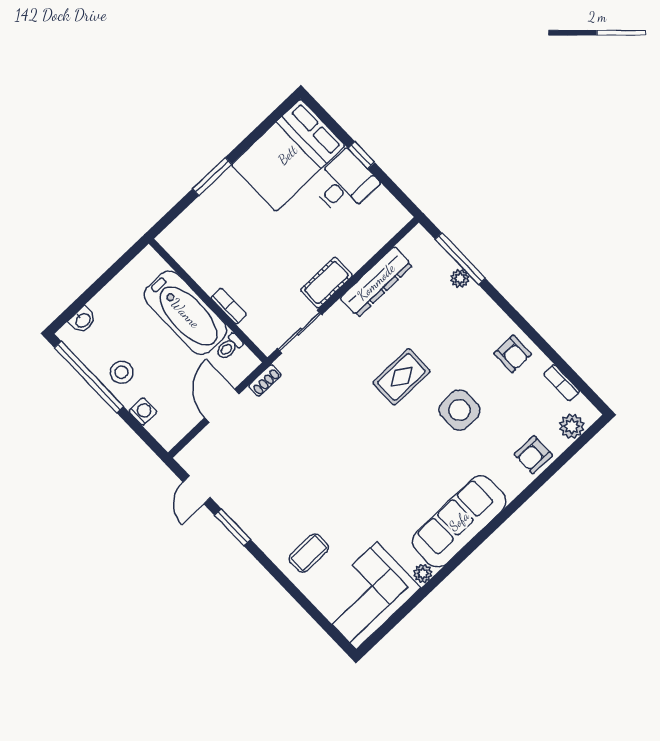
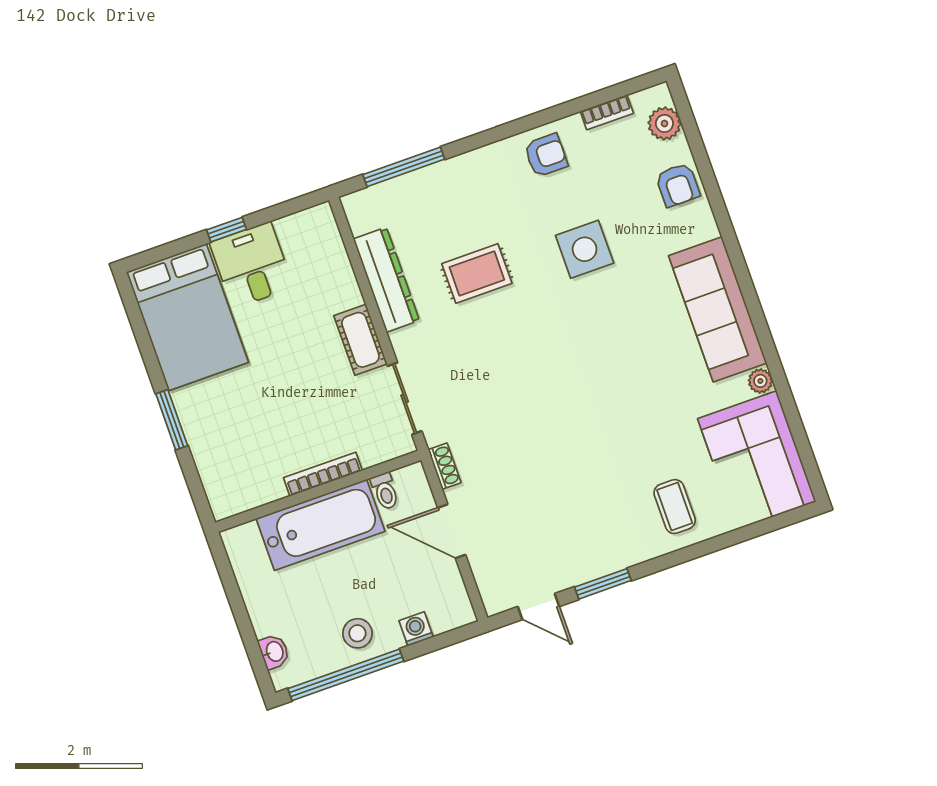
plant: (460, 279) -> (427, 178), removed
bookcase: (229, 306) -> (323, 474), width x1.56
rug: (401, 377) -> (477, 273), moved, turned 90

